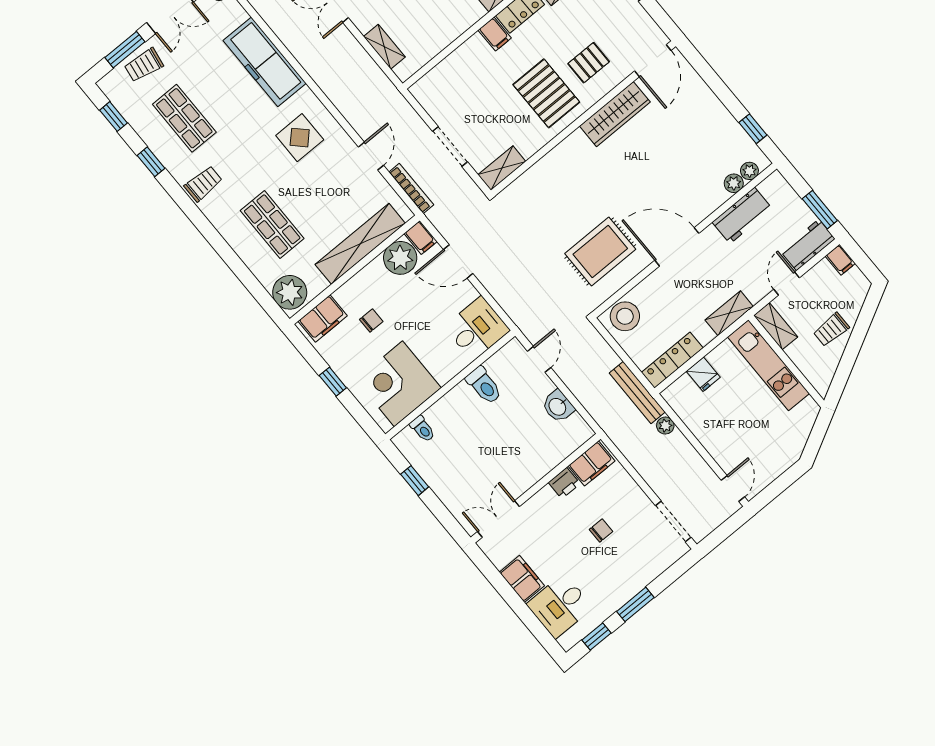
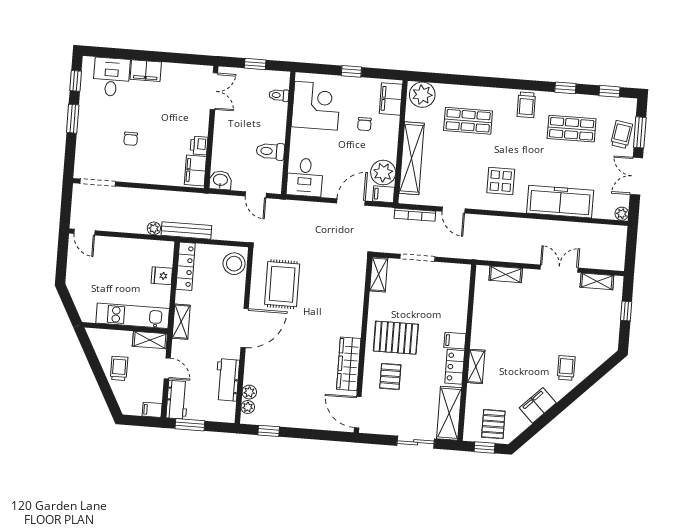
filing cabinet: (592, 463) -> (195, 170), moved
printer: (564, 483) -> (199, 145), moved
wall: (536, 488) -> (211, 127), moved
double door: (499, 519) -> (214, 91), moved

